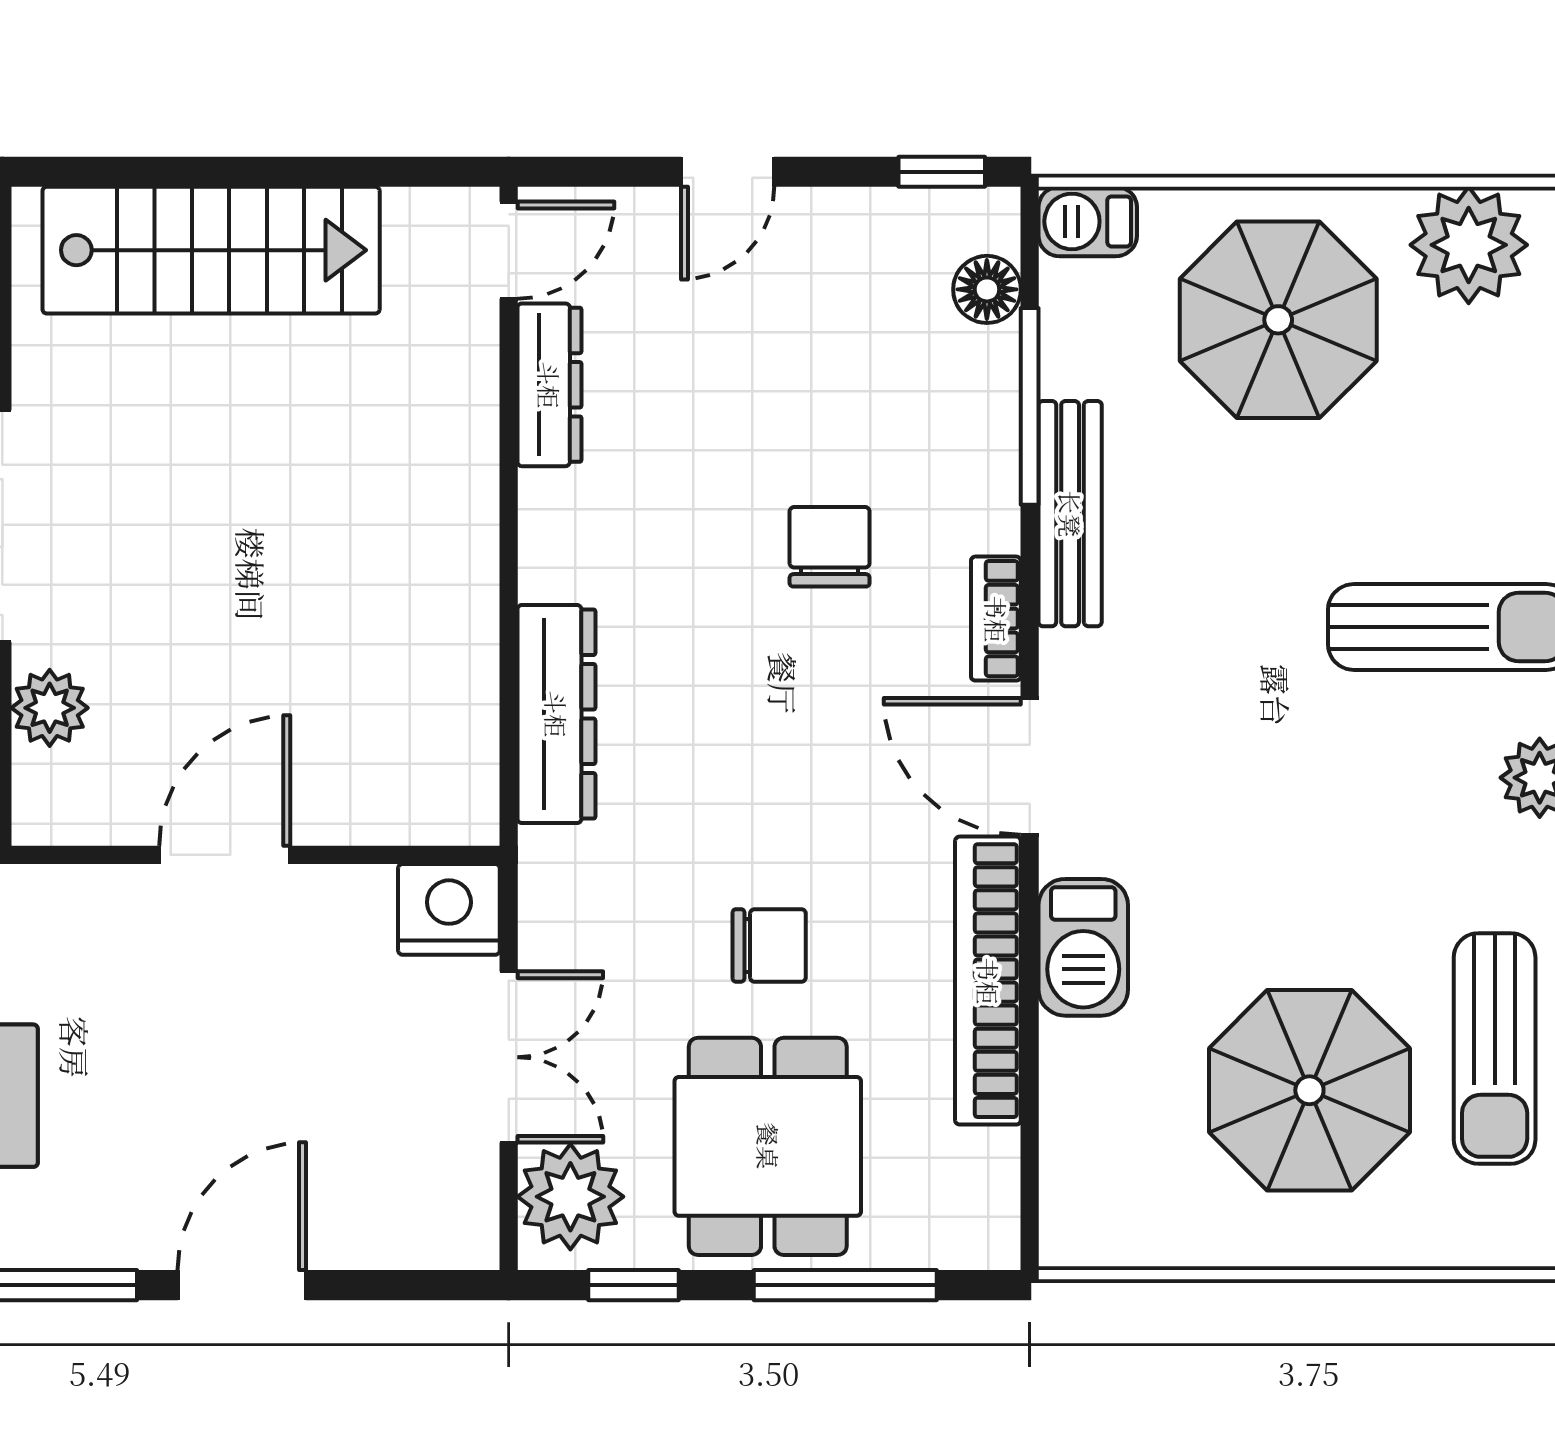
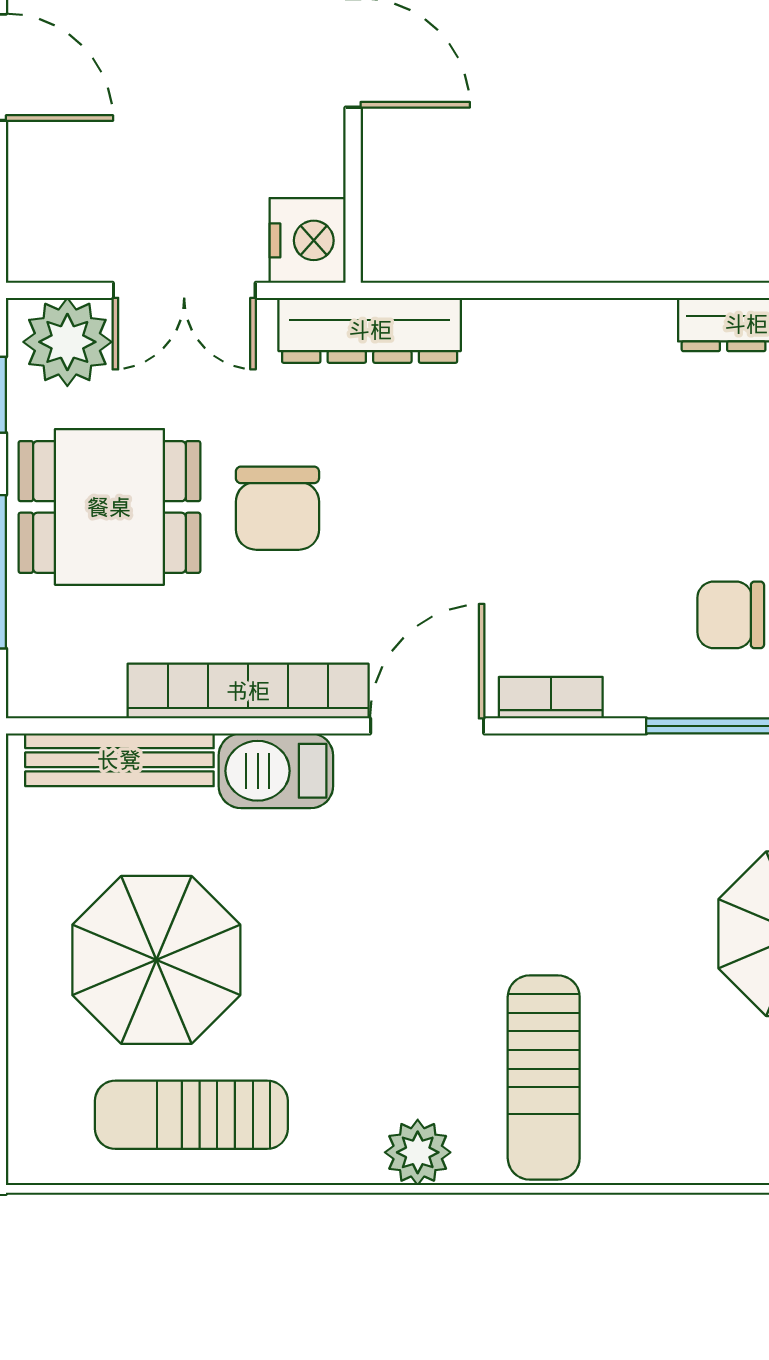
bench: (1070, 514) -> (119, 760), moved
chair: (830, 547) -> (731, 615), moved, turned 180
dresser: (556, 714) -> (370, 330), moved
chair: (769, 945) -> (277, 508), width x1.37, depth x1.37

